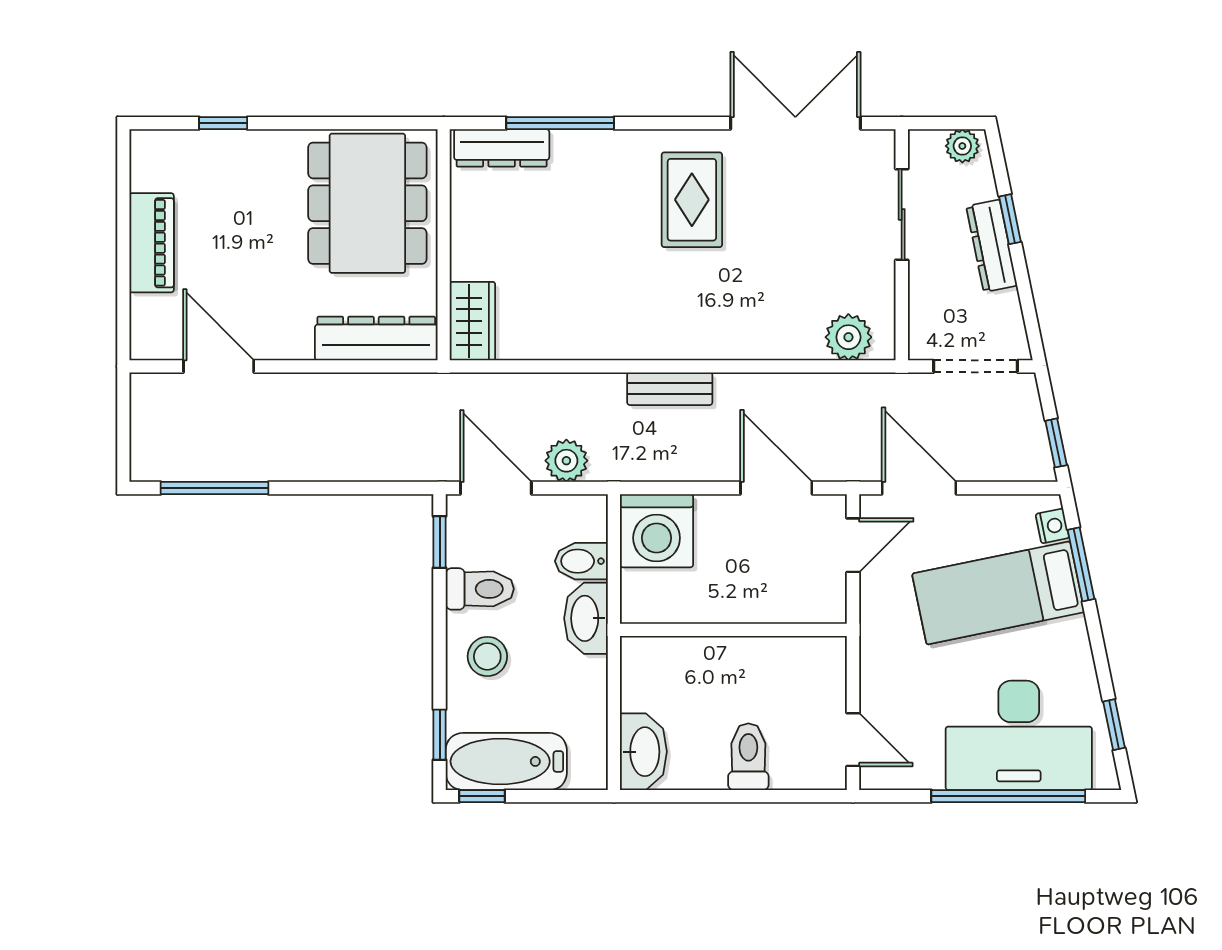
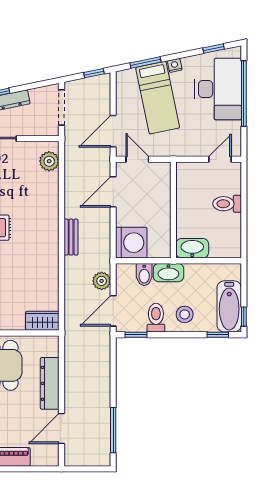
dresser: (376, 338) -> (50, 383), moved
nightstand: (1052, 526) -> (175, 65), moved
washbasin: (643, 752) -> (192, 248), moved

